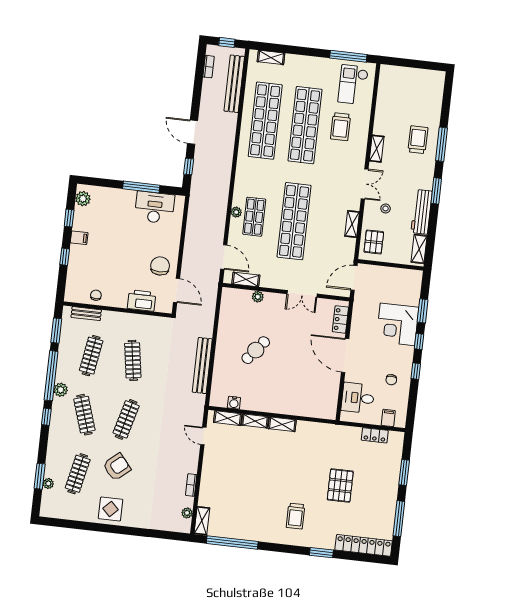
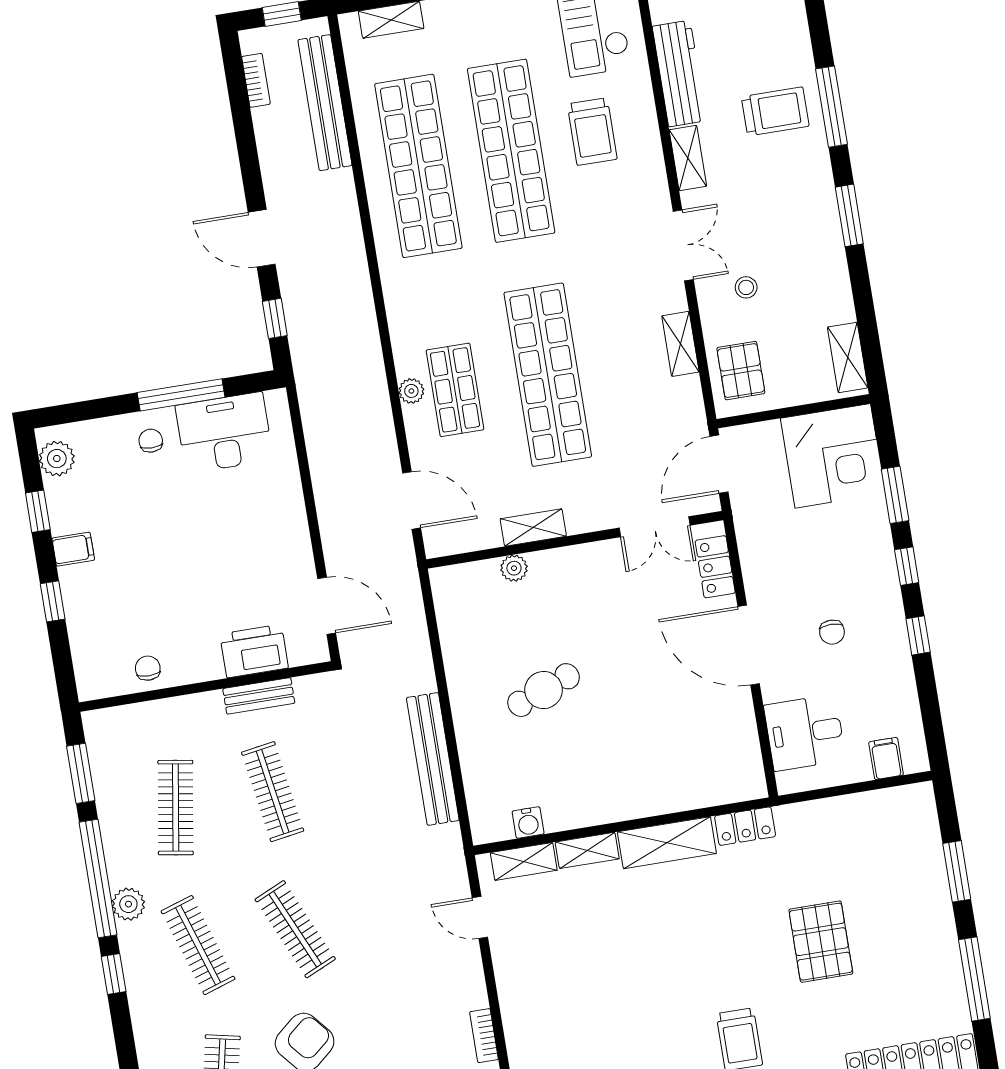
trolley: (418, 140) -> (775, 111), turned 90
workbench: (422, 212) -> (679, 73), moved, turned 180
chair: (160, 266) -> (151, 441), moved, width x0.54, depth x0.54
shelving: (246, 279) -> (533, 528), moved
double door: (302, 294) -> (655, 527), moved
bench: (86, 314) -> (259, 696), moved
corner desk: (397, 324) -> (833, 456), moved, turned -90
cafe table: (256, 350) -> (544, 690), turned 30
chair: (391, 380) -> (832, 632), moved
clothes rail: (126, 419) -> (295, 929), turned -39
shelving: (282, 424) -> (667, 843), width x1.50, depth x1.33
locker: (375, 435) -> (745, 826), moved

